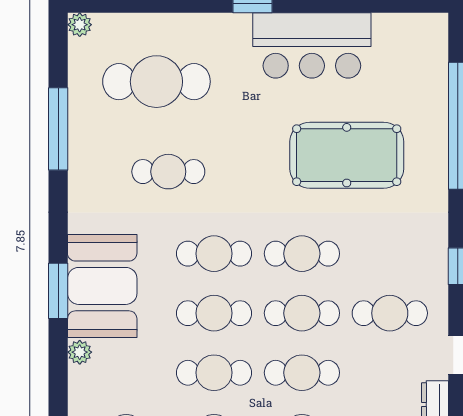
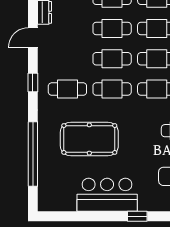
cafe table: (390, 313) -> (67, 89), moved

